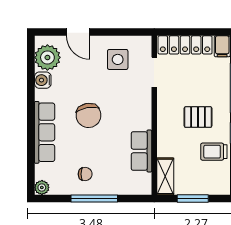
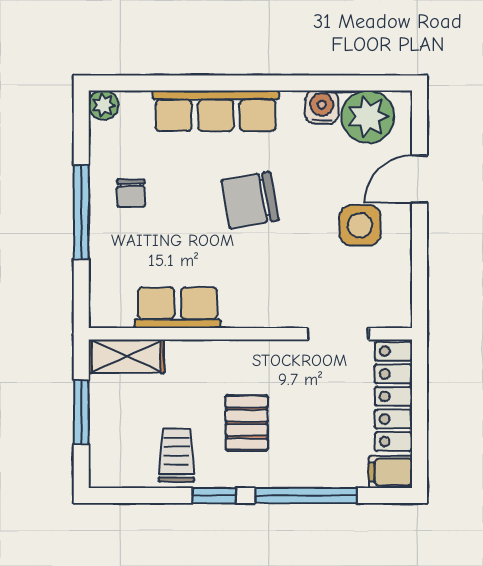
side table: (118, 59) -> (360, 225), moved

